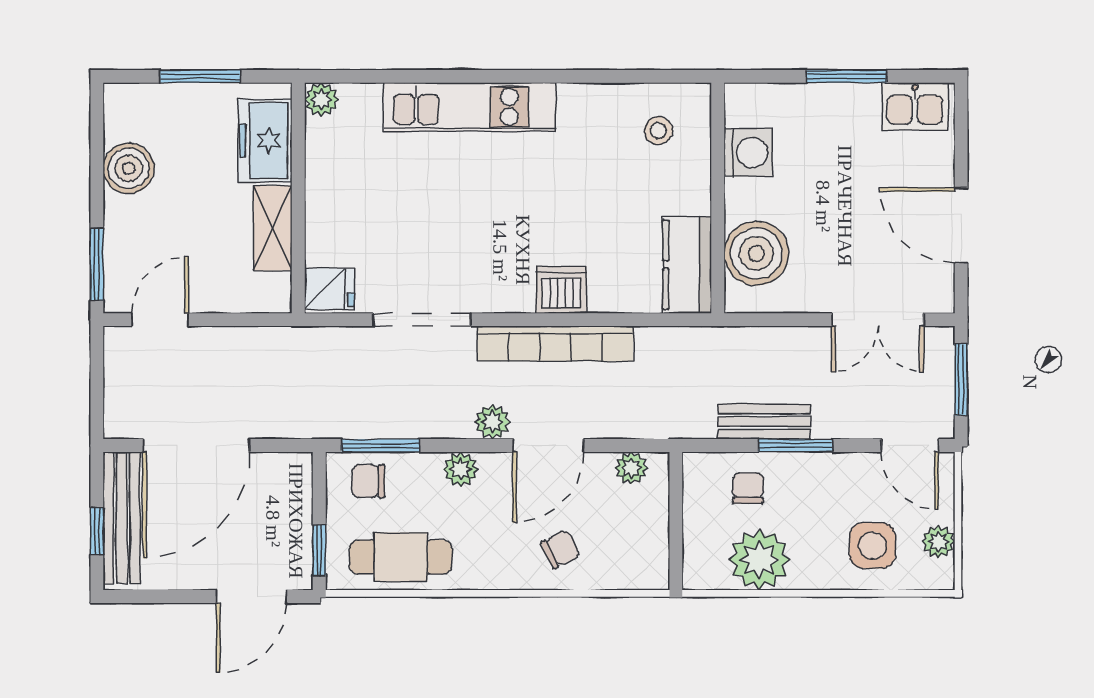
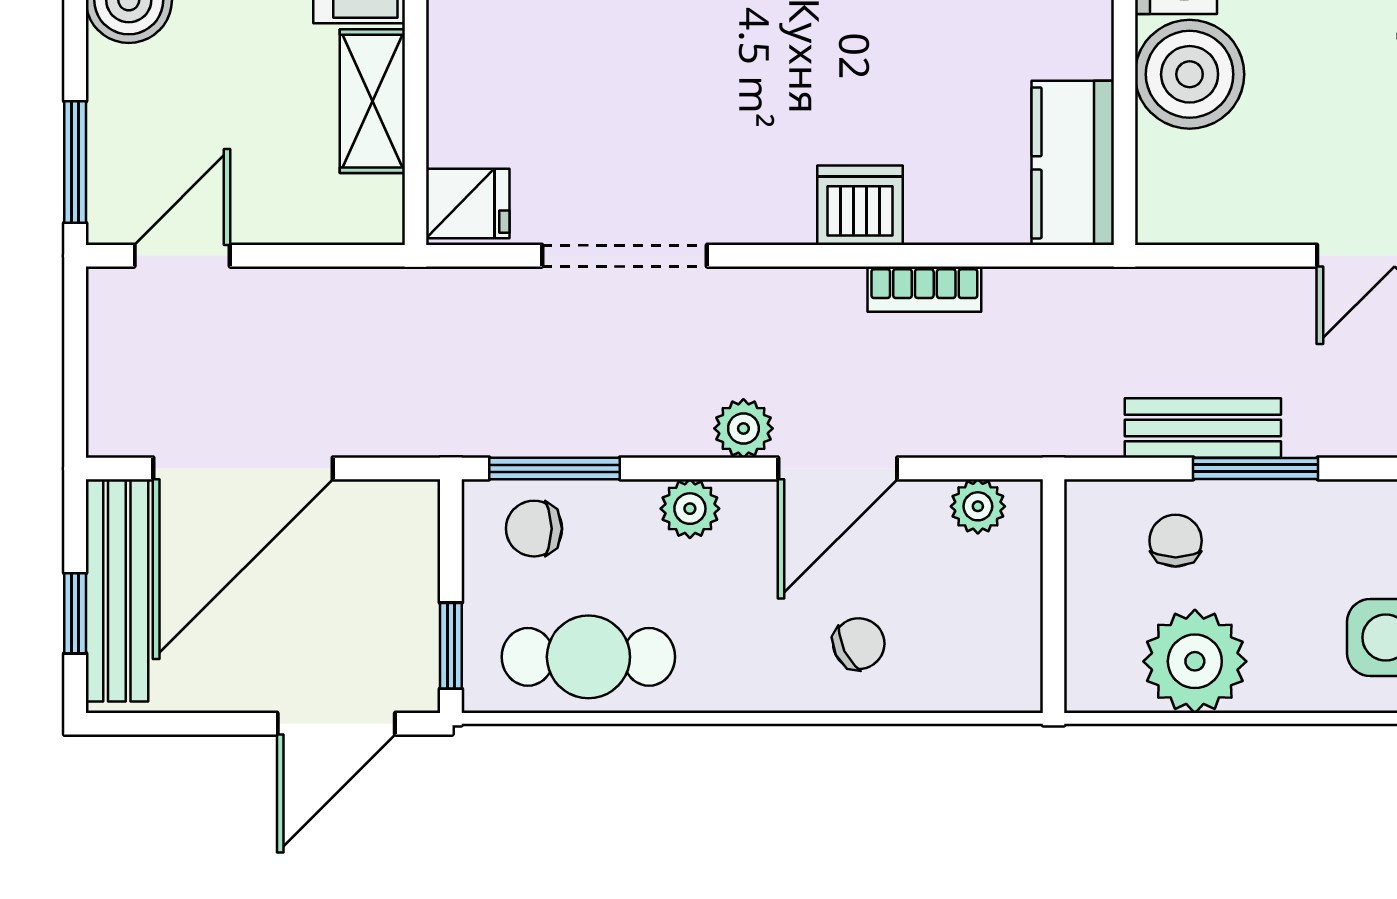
boiler: (756, 253) -> (1190, 74), moved
bookcase: (555, 344) -> (924, 289), width x0.43, depth x0.76

